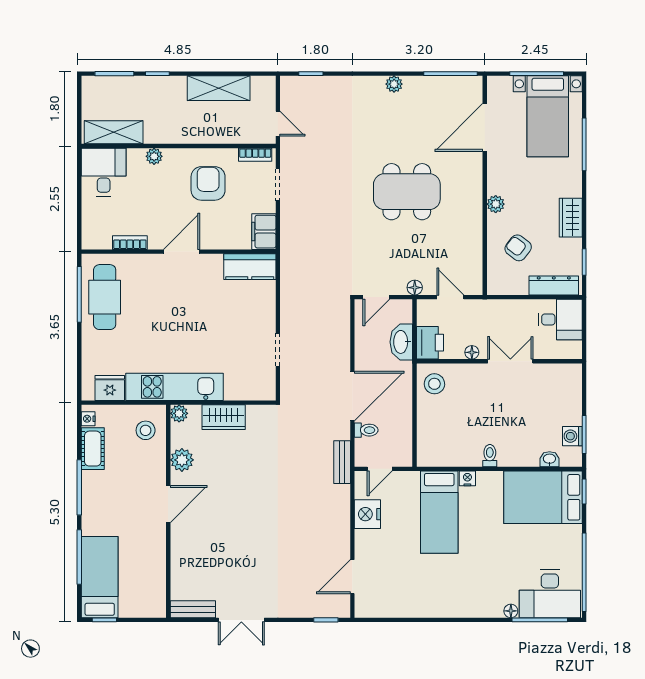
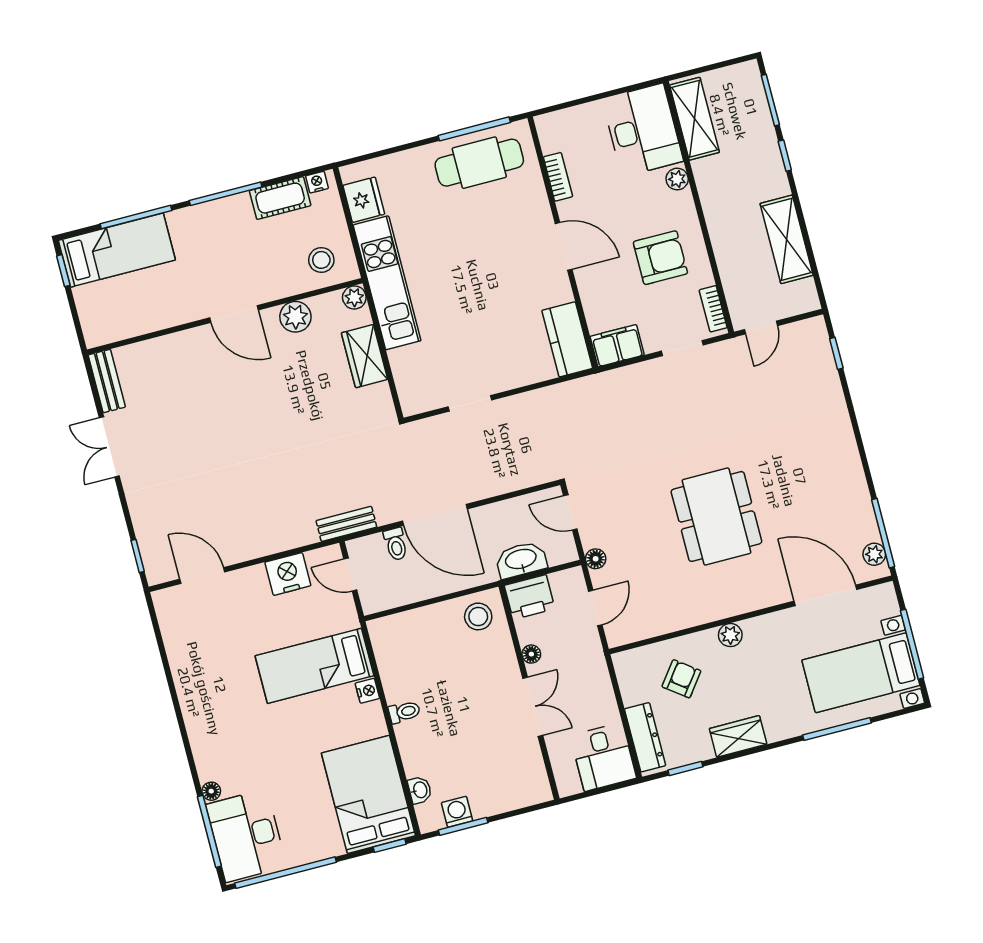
plant: (394, 84) -> (874, 554), moved
desk: (104, 172) -> (643, 130), width x1.37

